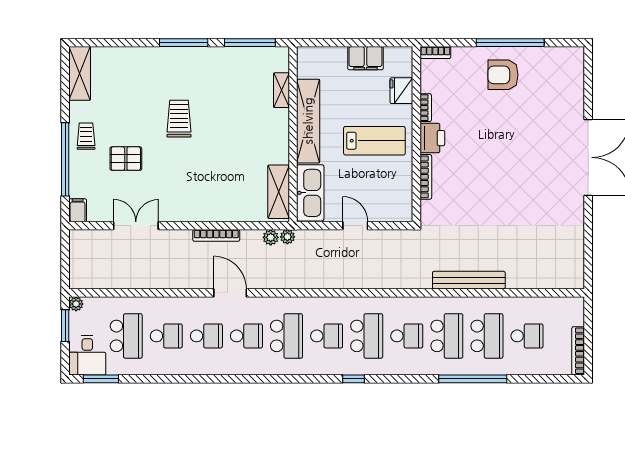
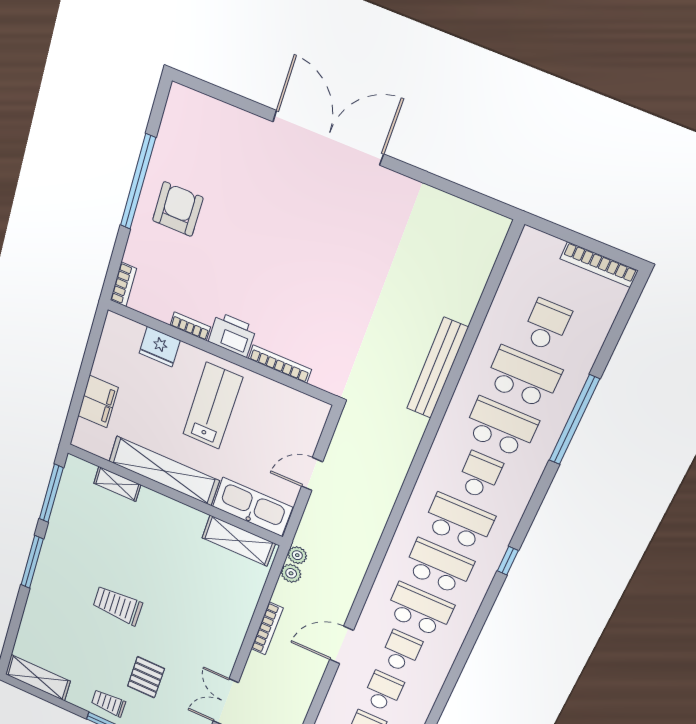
filing cabinet: (365, 58) -> (98, 402), moved
armchair: (503, 75) -> (178, 209), turned 180
school desk: (327, 336) -> (439, 567), width x1.85

